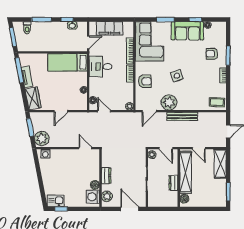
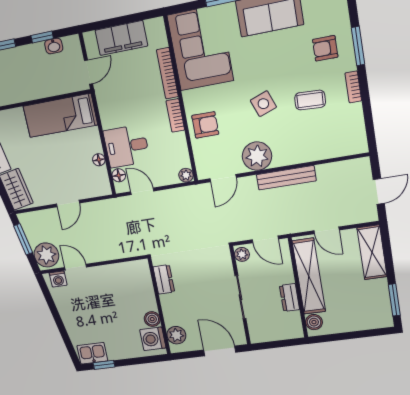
desk: (100, 66) -> (127, 146), moved
coffee table: (217, 102) -> (310, 100), moved
door: (85, 148) -> (76, 267), moved
dresser: (106, 176) -> (164, 279), moved

